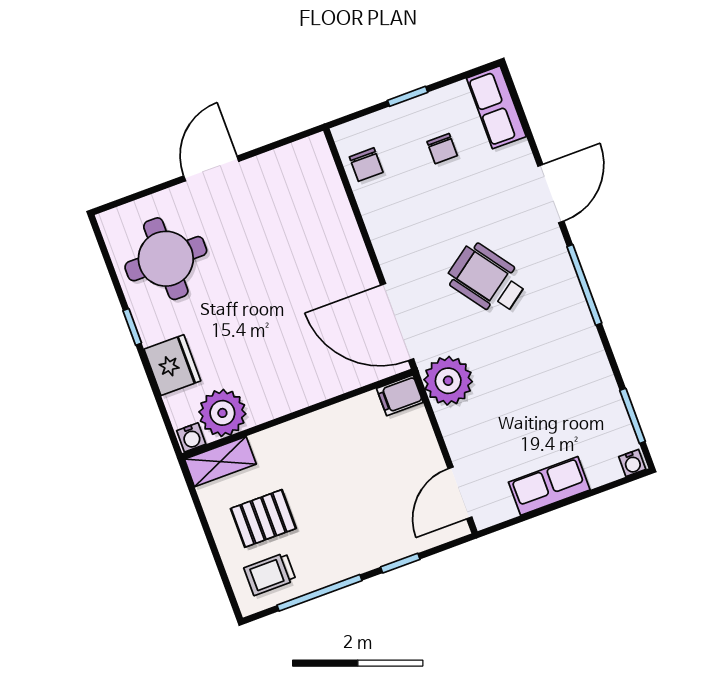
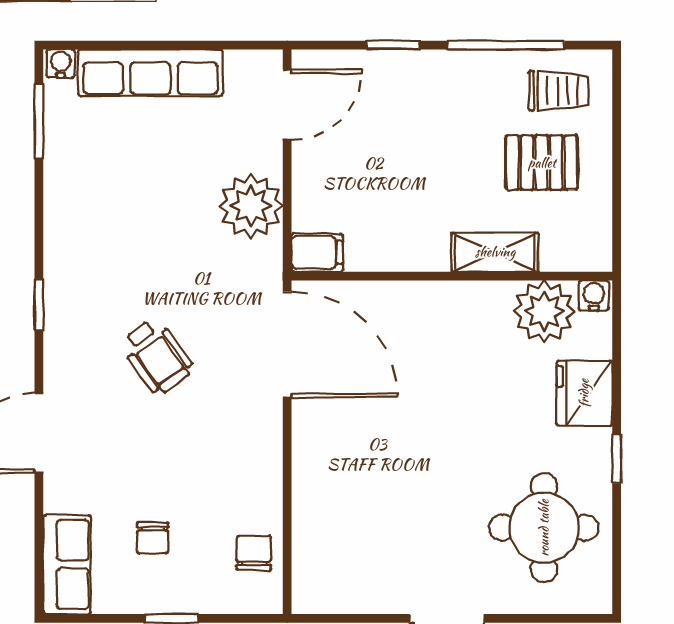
chair: (442, 149) -> (153, 538), turned 180
wheelchair: (487, 279) -> (157, 356), width x0.73, depth x0.73
window: (584, 285) -> (39, 305), width x0.46
plant: (448, 381) -> (251, 206), moved
shelving: (220, 462) -> (495, 252), moved
row of seats: (549, 486) -> (150, 73), width x1.48

